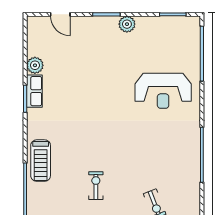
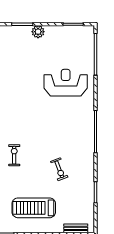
reception desk: (163, 91) -> (66, 83), turned 180

